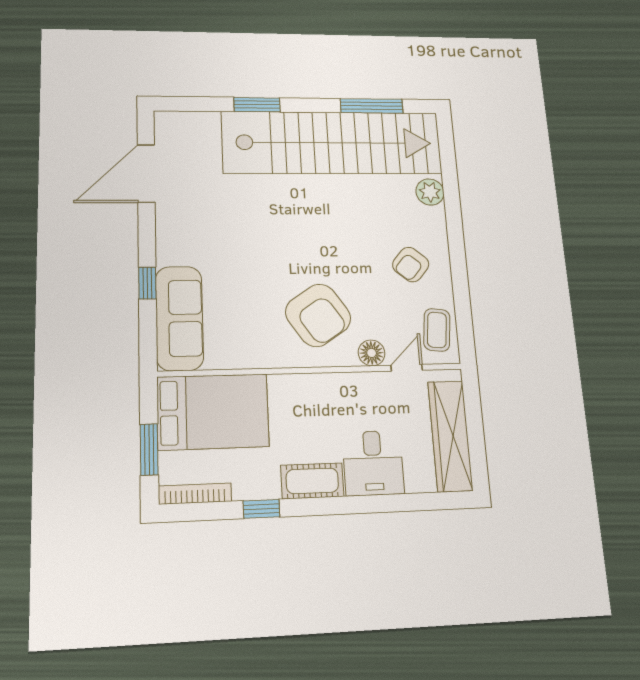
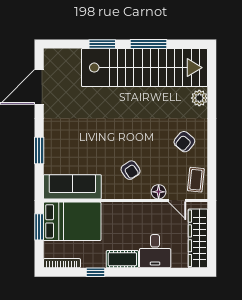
window: (372, 106) -> (148, 44), moved
window: (147, 283) -> (39, 150), width x1.50
armchair: (318, 315) -> (131, 170), width x0.53, depth x0.53
sofa: (179, 318) -> (72, 187), moved, turned -90
door: (407, 368) -> (177, 201), swing flipped
window: (149, 449) -> (39, 227), moved

